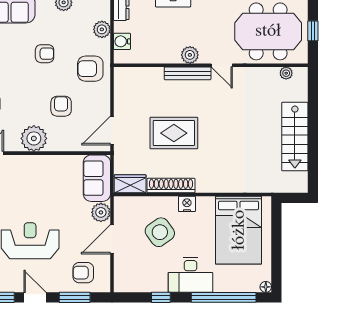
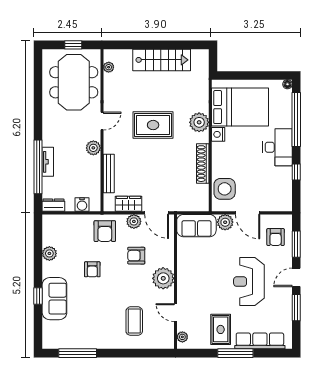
plant: (102, 29) -> (134, 221), moved
armchair: (45, 54) -> (92, 269), turned 180
bench: (188, 73) -> (109, 174), moved
rug: (174, 133) -> (153, 125), moved, turned 90
plant: (220, 181) -> (199, 122), added
wardrobe: (130, 184) -> (129, 204), moved, turned 90
nightstand: (187, 204) -> (218, 134), moved
side table: (160, 232) -> (225, 189), moved, turned 36

